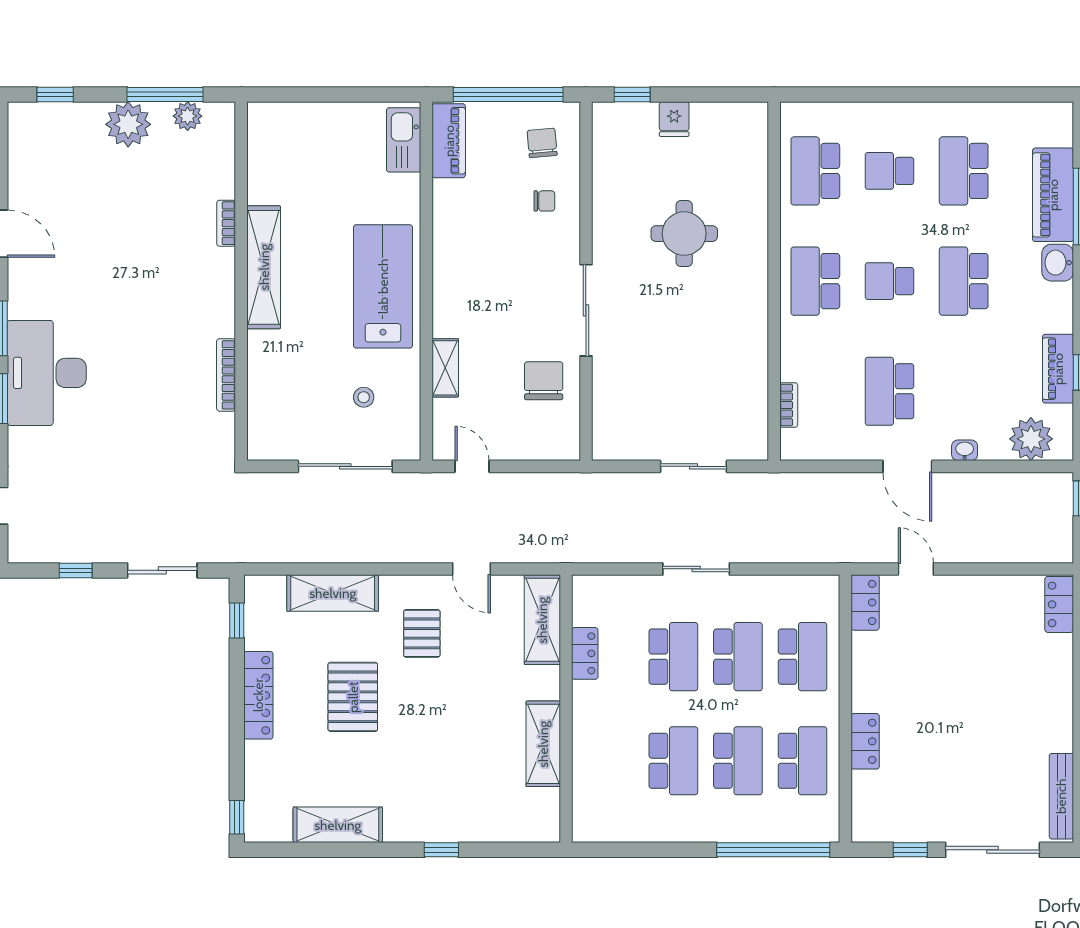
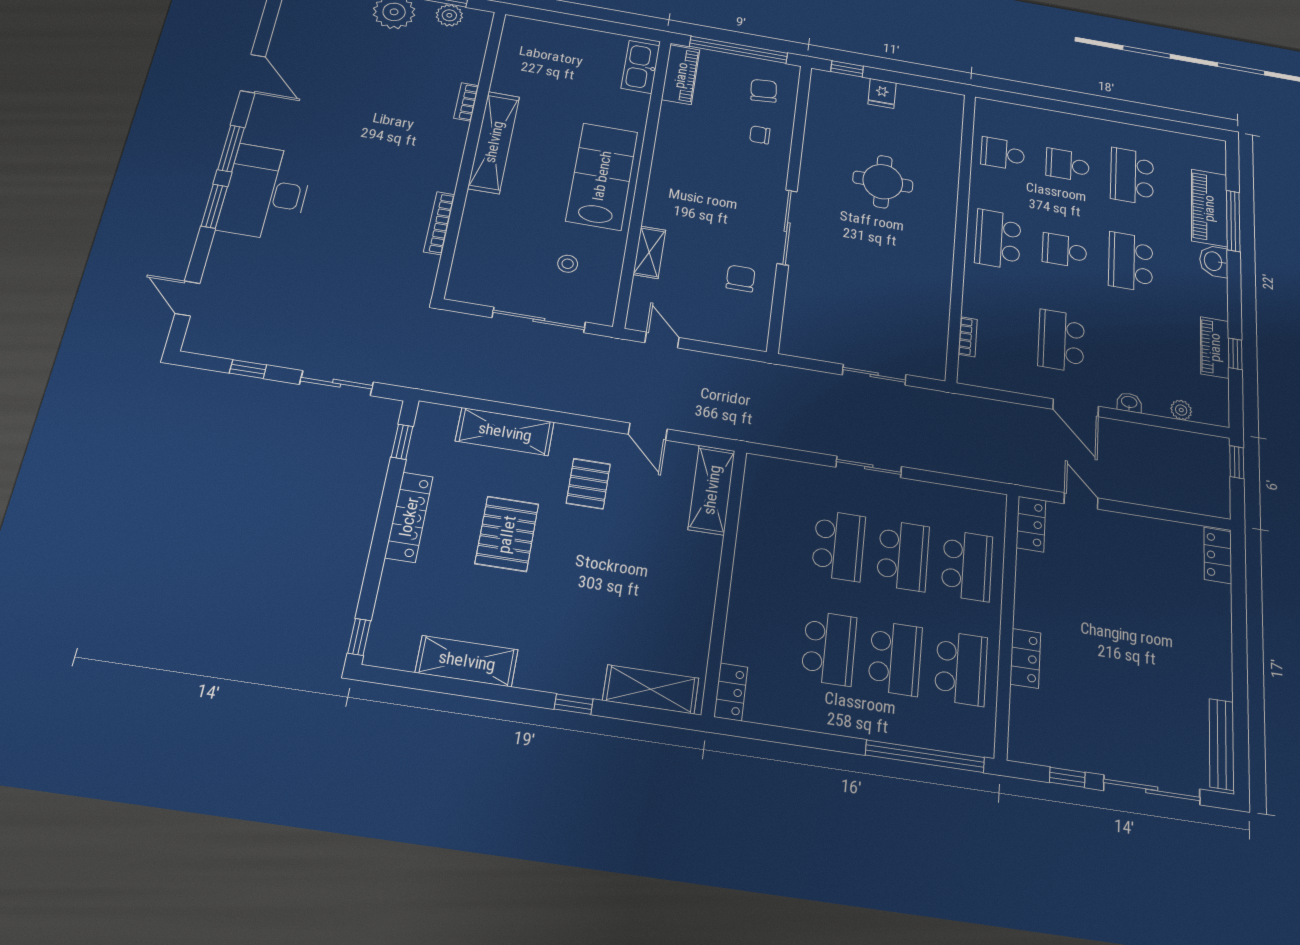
school desk: (815, 171) -> (1003, 154), width x0.54
chair: (544, 201) -> (760, 135), turned 180
chair: (544, 381) -> (741, 278), width x0.73, depth x0.73
plant: (1031, 439) -> (1181, 410), width x0.53, depth x0.53
locker: (585, 653) -> (731, 692), moved
shelving: (543, 744) -> (651, 689), moved, turned 90

